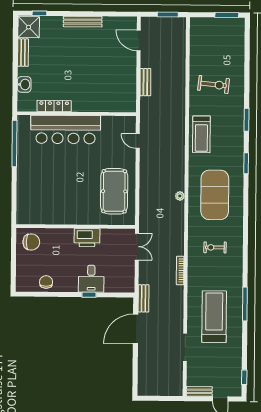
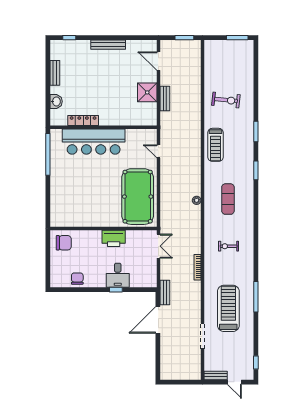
shower: (29, 27) -> (147, 92), moved
pool table: (114, 191) -> (138, 197), width x1.36, depth x1.32
exercise mat: (215, 195) -> (228, 199), width x0.50, depth x0.69

